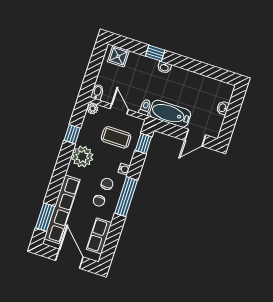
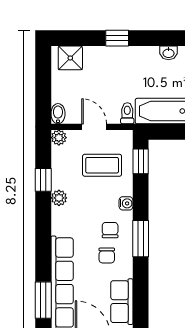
washbasin: (164, 67) -> (169, 53), moved
plant: (82, 157) -> (59, 198), width x0.53, depth x0.53
window: (126, 197) -> (141, 239), width x0.69

